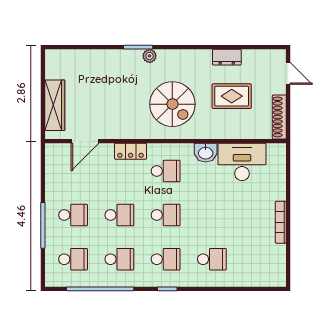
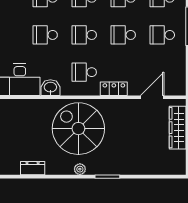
plant: (150, 56) -> (80, 169), moved
rug: (232, 96) -> (28, 135), removed
spiral stairs: (172, 104) -> (78, 129), width x1.37, depth x1.37
school desk: (212, 215) -> (45, 35), added

